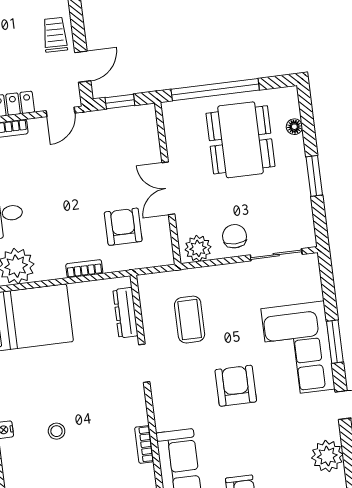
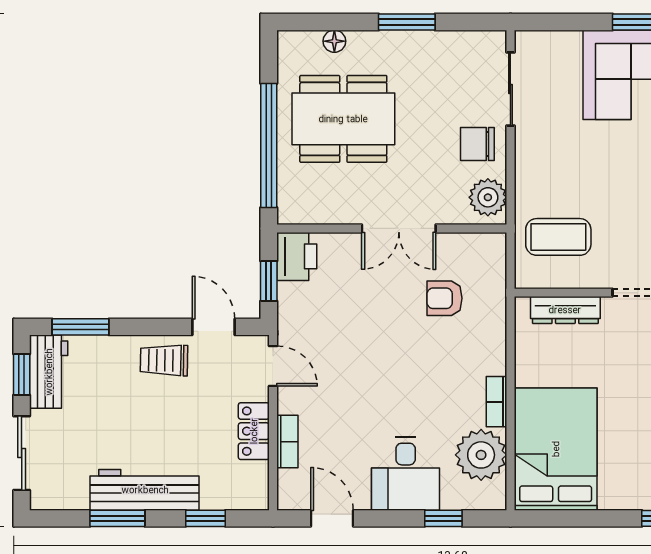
printer: (140, 119) -> (297, 256), added
armchair: (123, 227) -> (445, 298), width x0.72, depth x0.72
bookcase: (84, 269) -> (497, 402), moved
coffee table: (190, 320) -> (558, 237), moved

